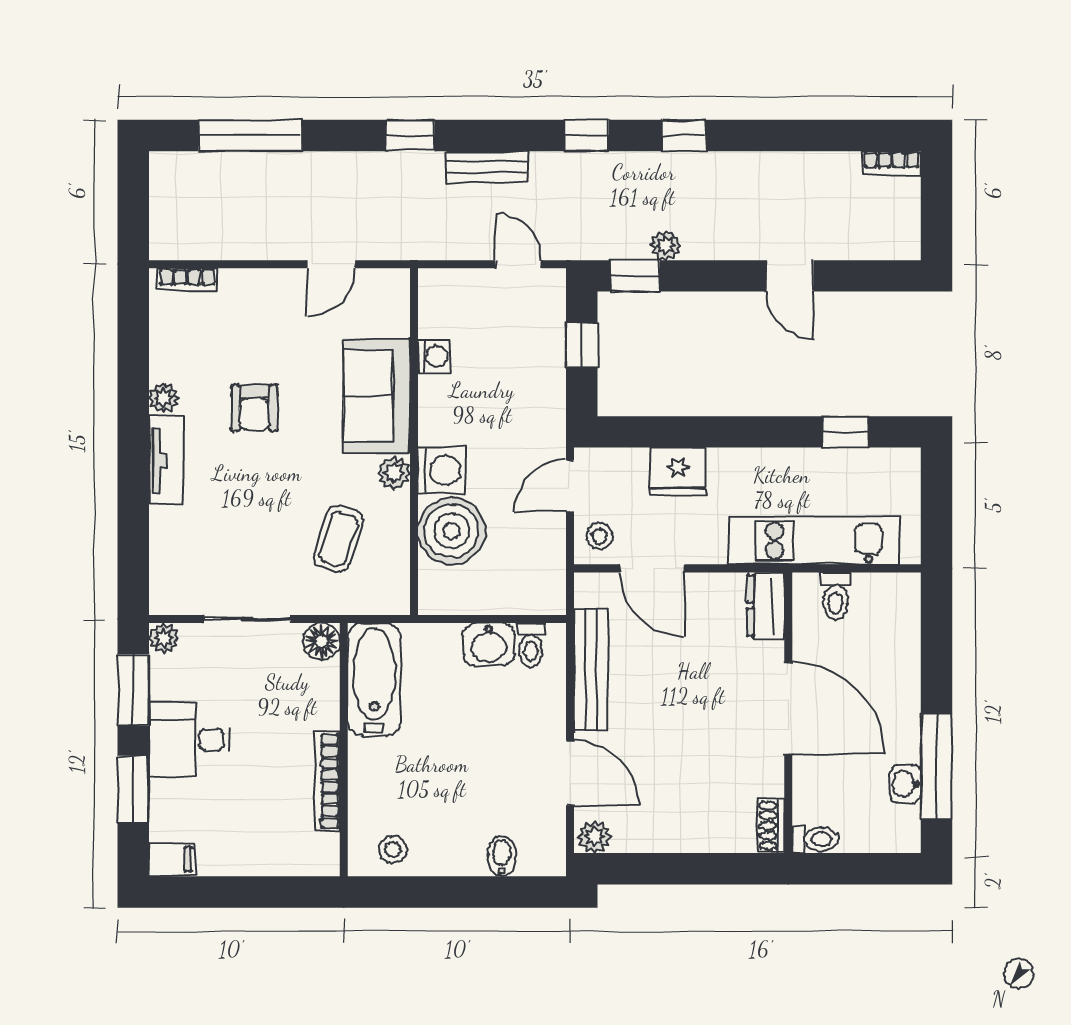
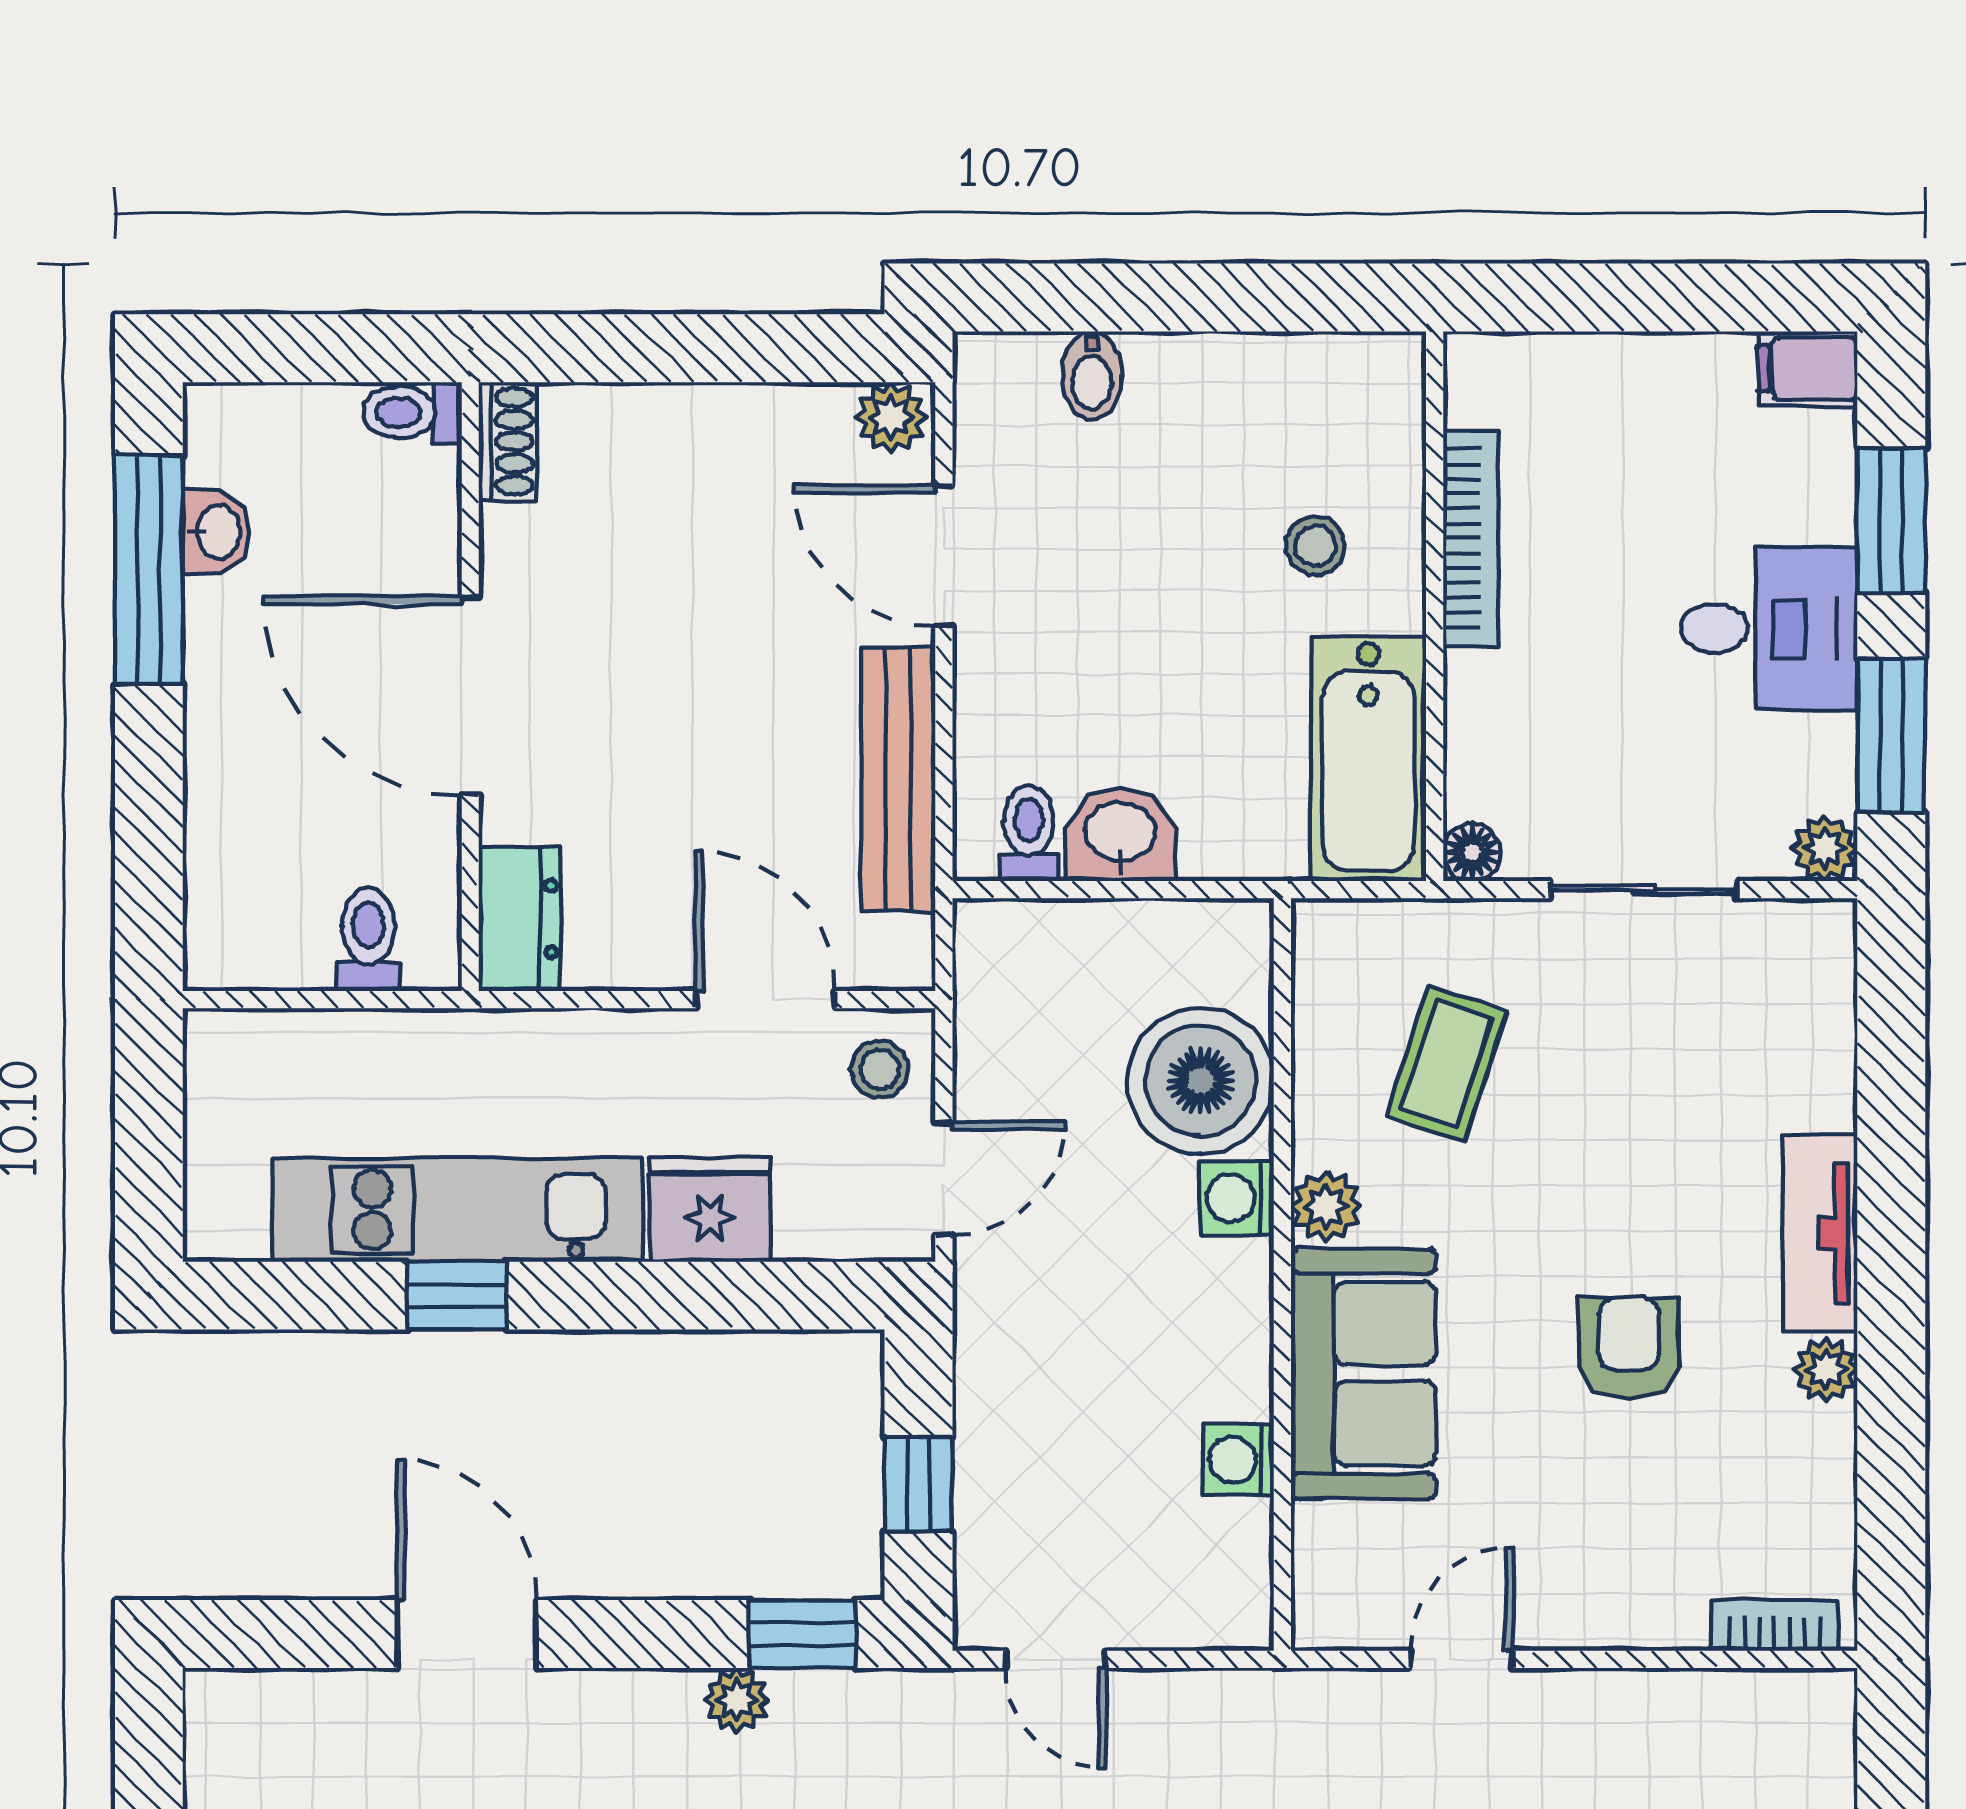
door: (790, 276) -> (467, 1634), width x1.38
window: (845, 432) -> (457, 1296), moved
washing machine: (442, 470) -> (1237, 1198), width x0.73, depth x0.73
kitchen unit: (814, 540) -> (457, 1210), moved, turned 180
floor lamp: (322, 641) -> (1472, 852), width x0.73, depth x0.73
stool: (393, 850) -> (1316, 546), moved

